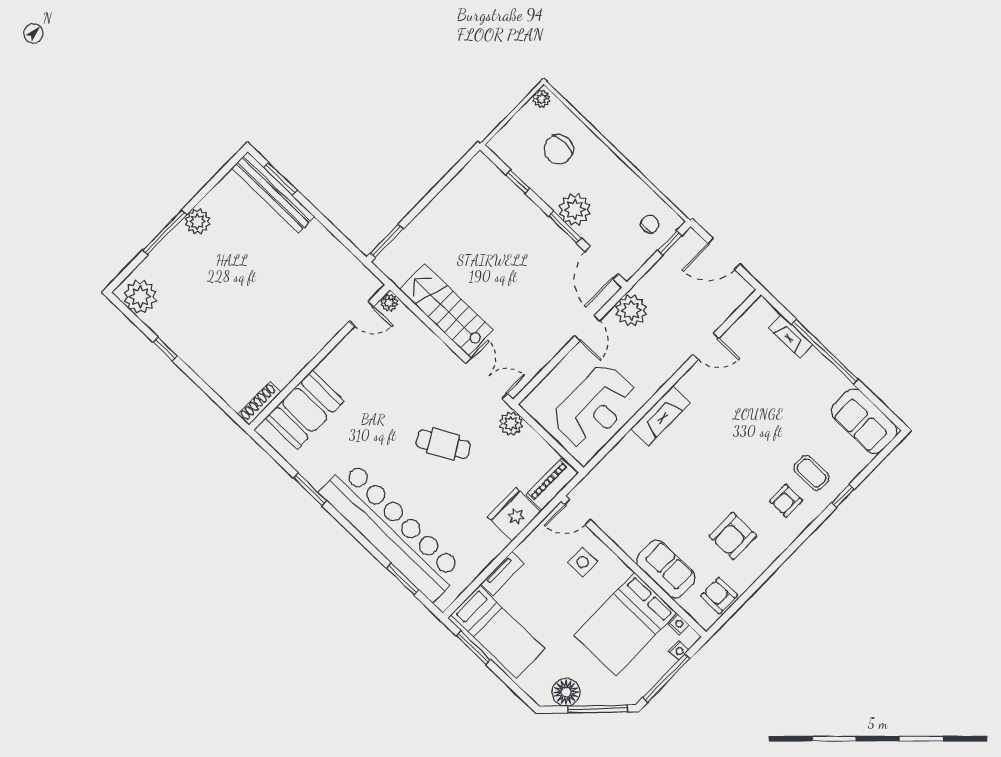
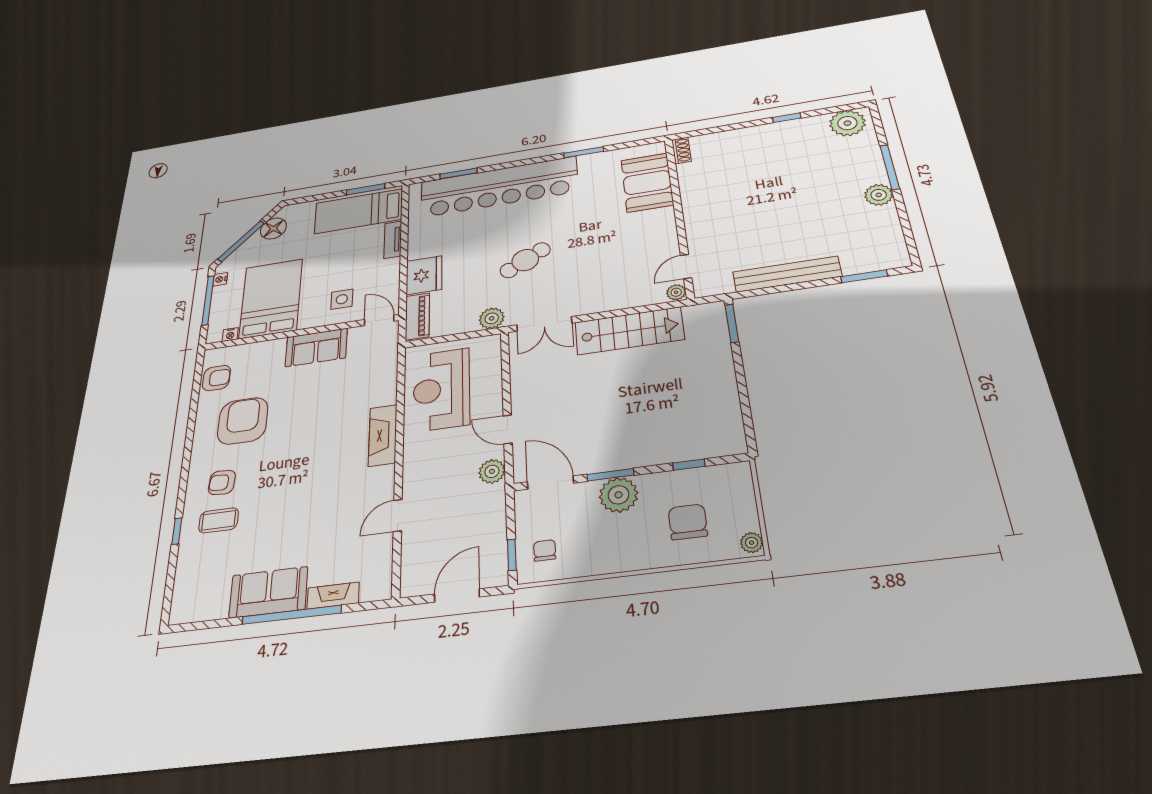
bench: (273, 192) -> (787, 274), moved
chair: (650, 224) -> (545, 550), turned 180
plant: (631, 310) -> (492, 471), width x0.73, depth x0.73
shoe rack: (259, 403) -> (681, 150), width x0.70
sofa: (864, 421) -> (268, 592), moved
armchair: (786, 501) -> (222, 482), turned -86
door: (577, 512) -> (379, 320), hinge flipped
armchair: (733, 536) -> (243, 421), width x1.36, depth x1.36
sofa: (666, 569) -> (316, 347), moved
nightstand: (679, 650) -> (220, 279), moved

